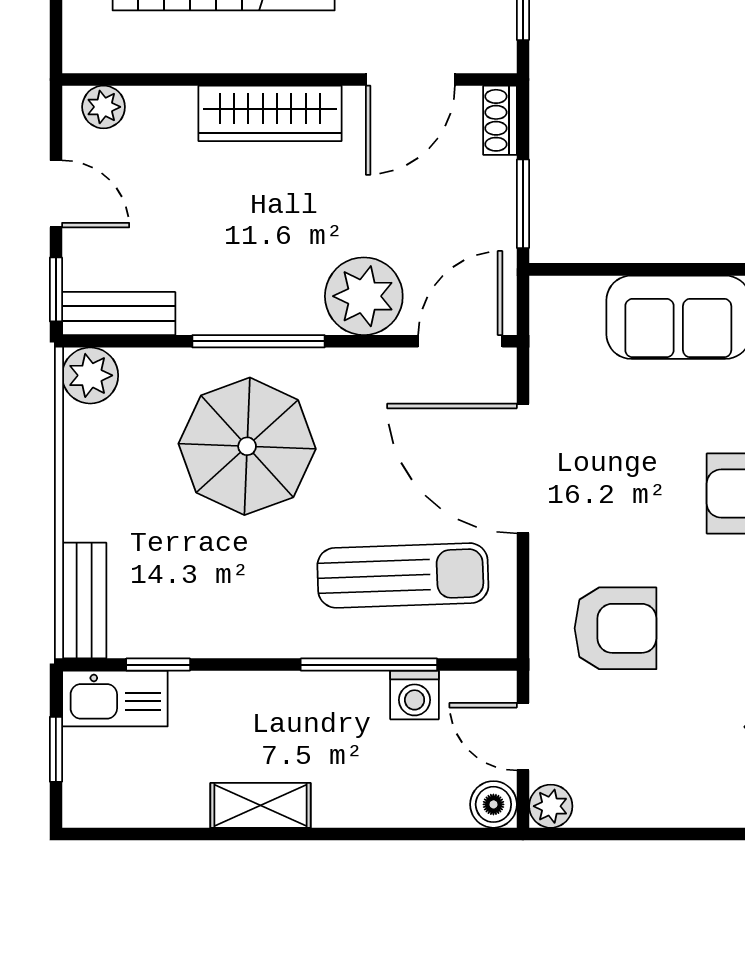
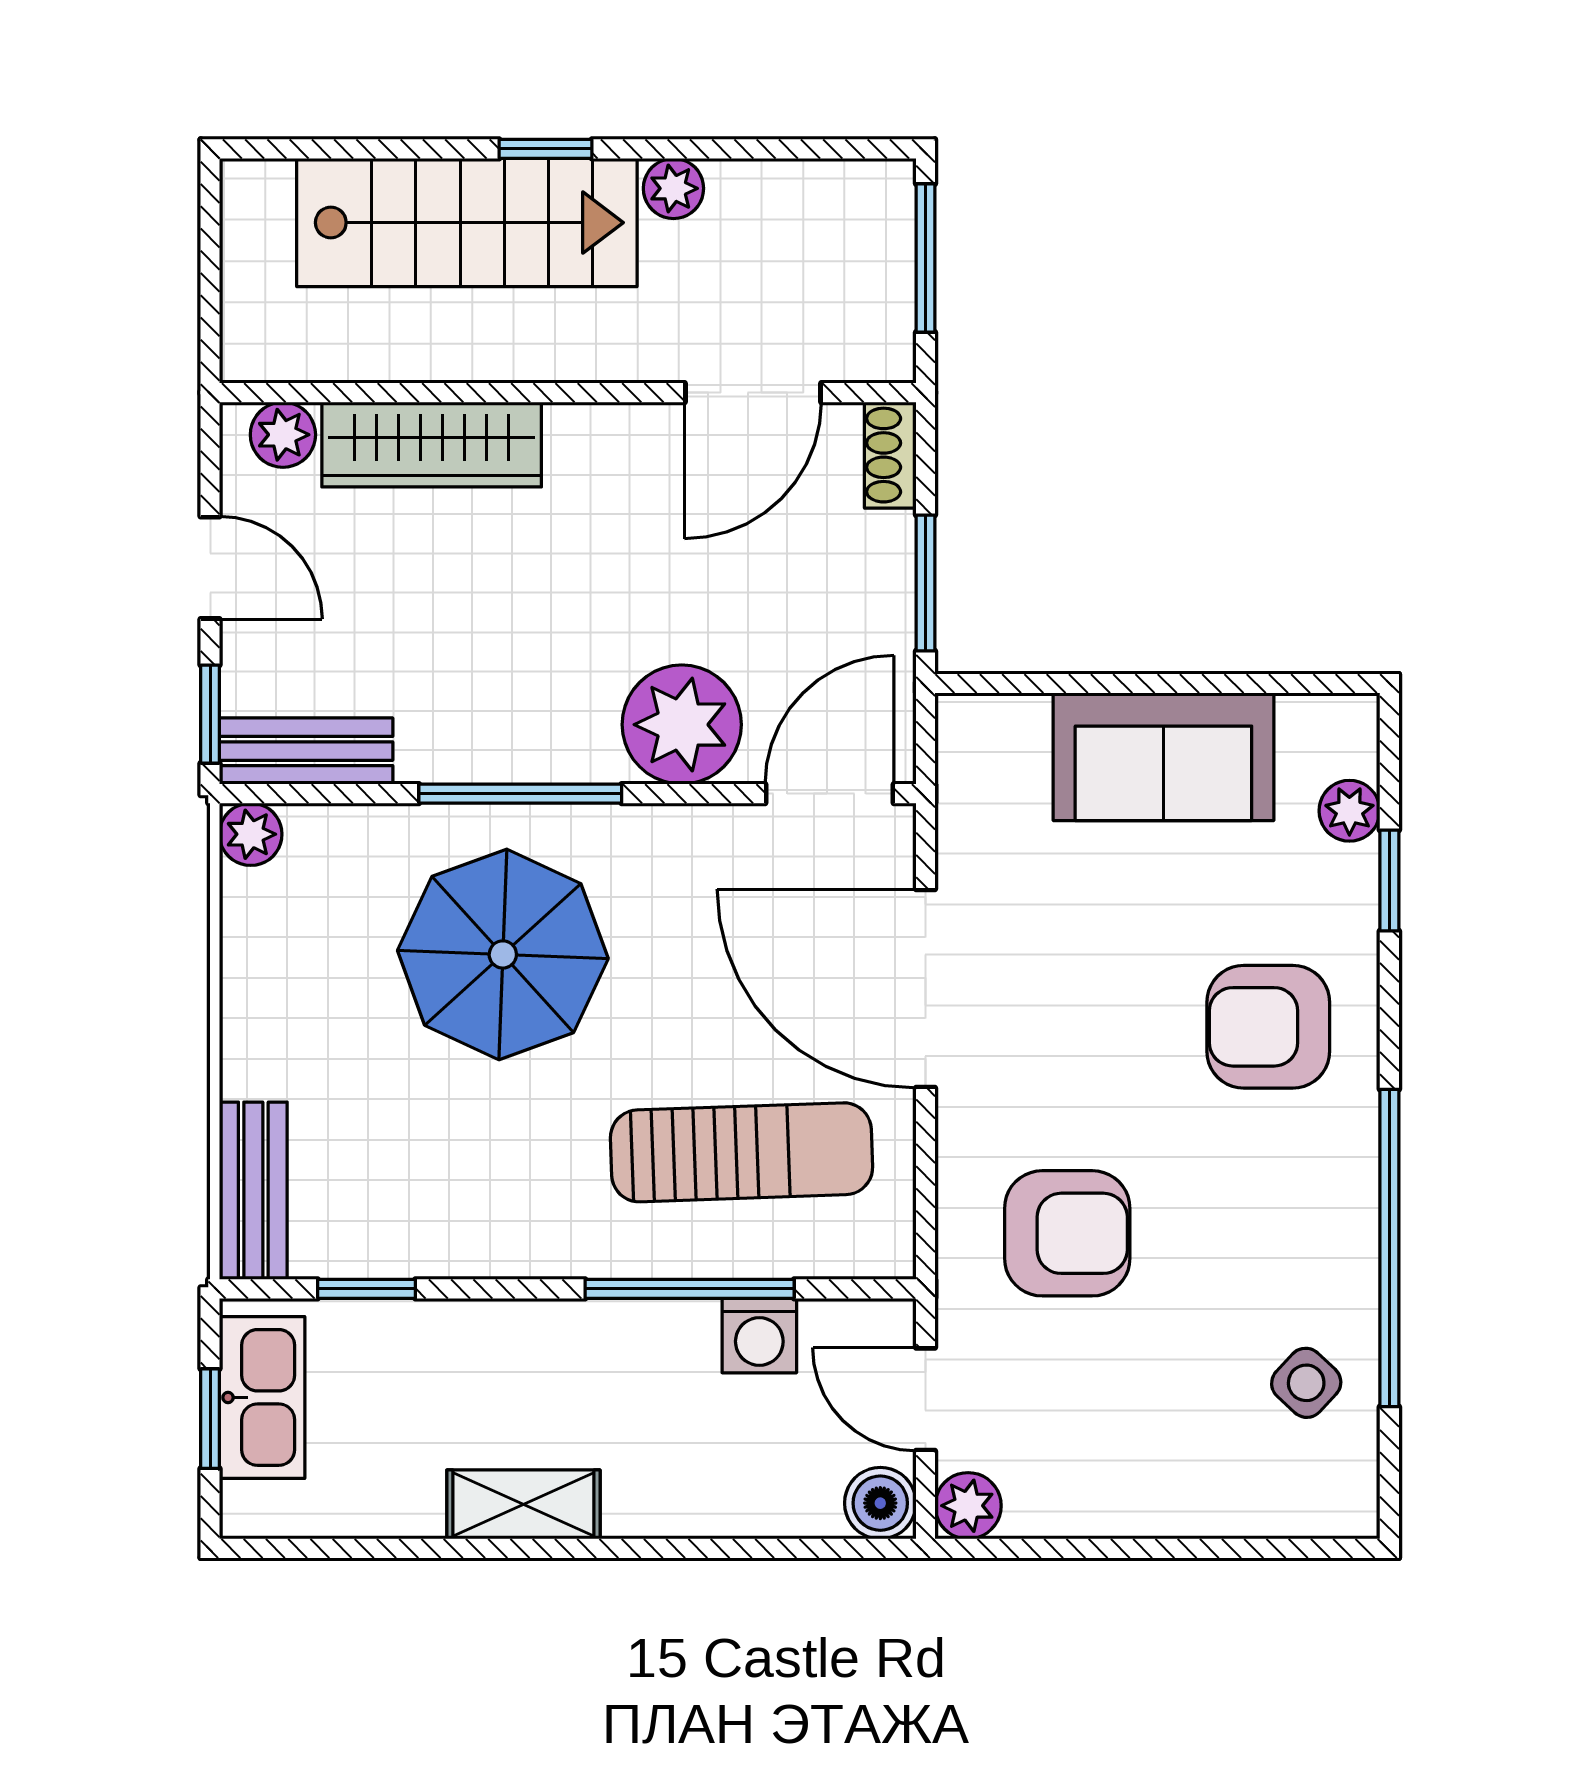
wardrobe: (270, 113) -> (432, 445), moved
plant: (90, 375) -> (251, 834), width x0.73, depth x0.73
kitchen sink: (115, 699) -> (262, 1397), moved, turned -90

